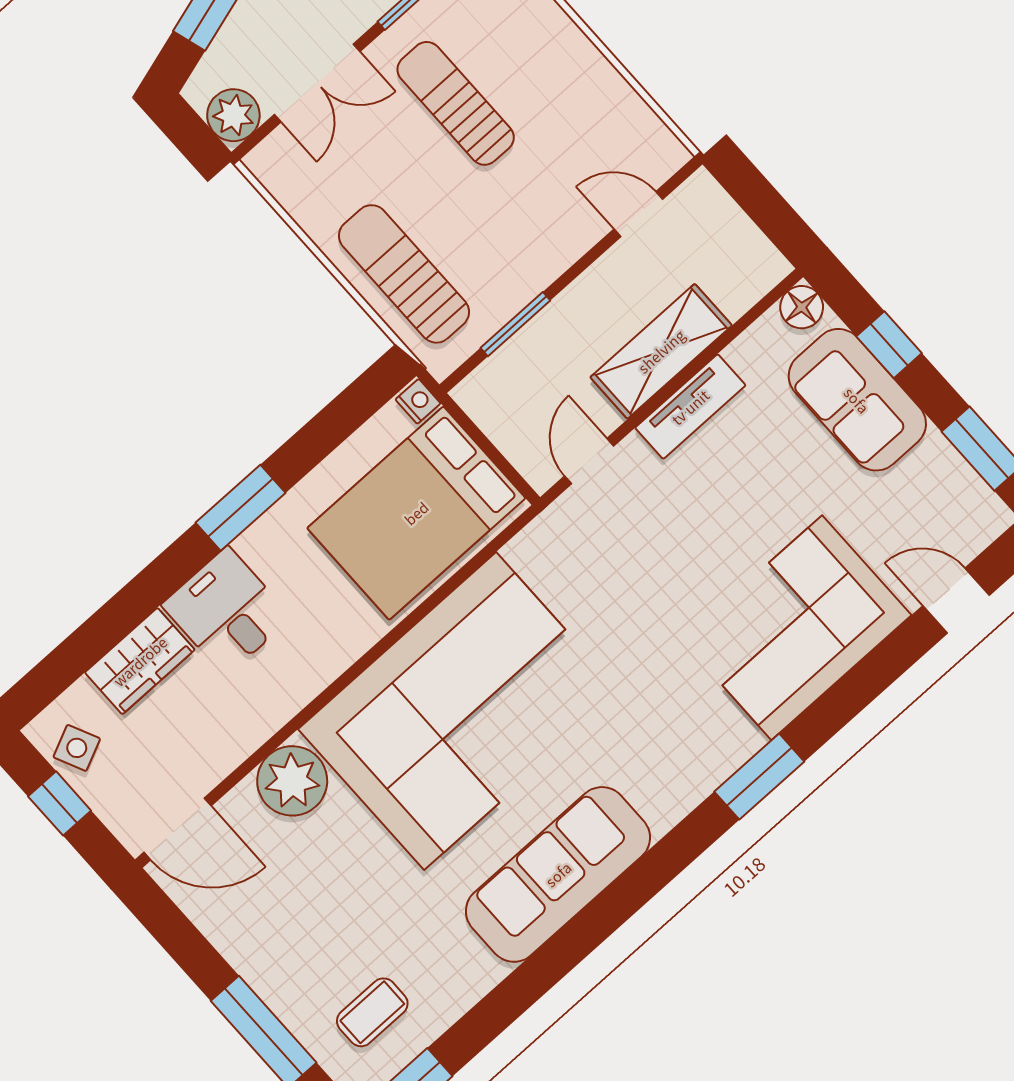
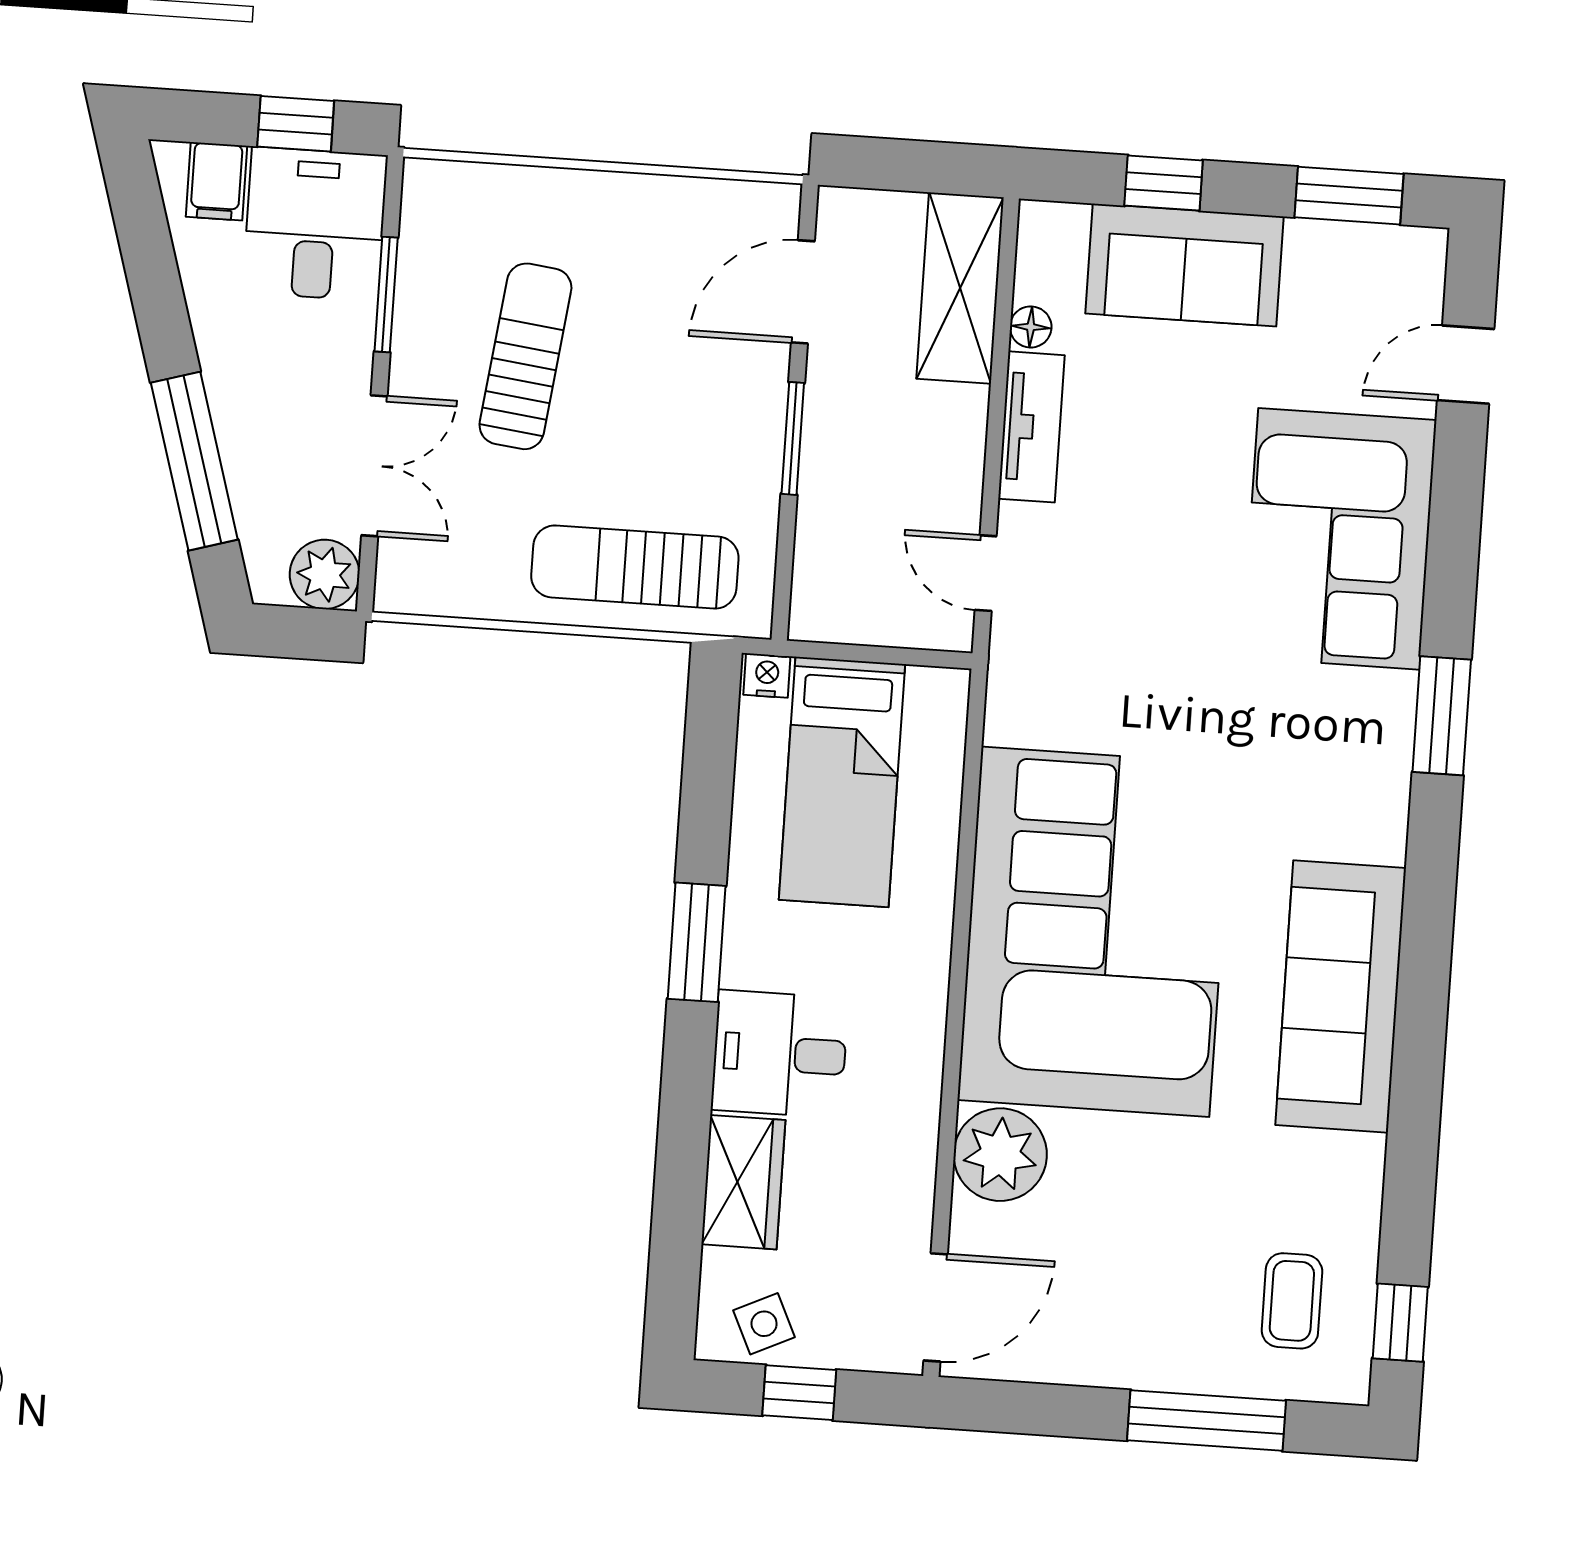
sun lounger: (456, 103) -> (525, 356), turned 97
door: (638, 214) -> (803, 292), width x1.38
floor lamp: (802, 307) -> (1031, 327), moved, width x0.73, depth x0.73
window: (515, 324) -> (793, 438), moved
shelving: (661, 351) -> (960, 288), moved
bed: (416, 513) -> (842, 782), width x0.67

